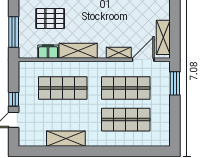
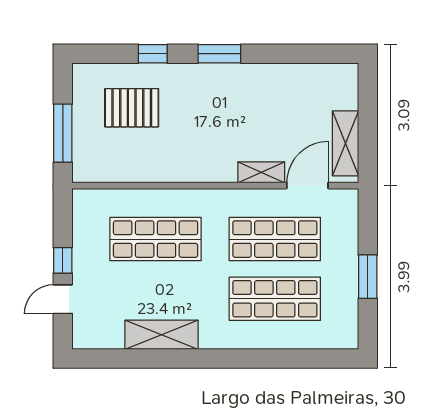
shelving: (78, 51) -> (185, 168), removed
filing cabinet: (48, 52) -> (128, 170), removed
window: (175, 83) -> (368, 277), moved

